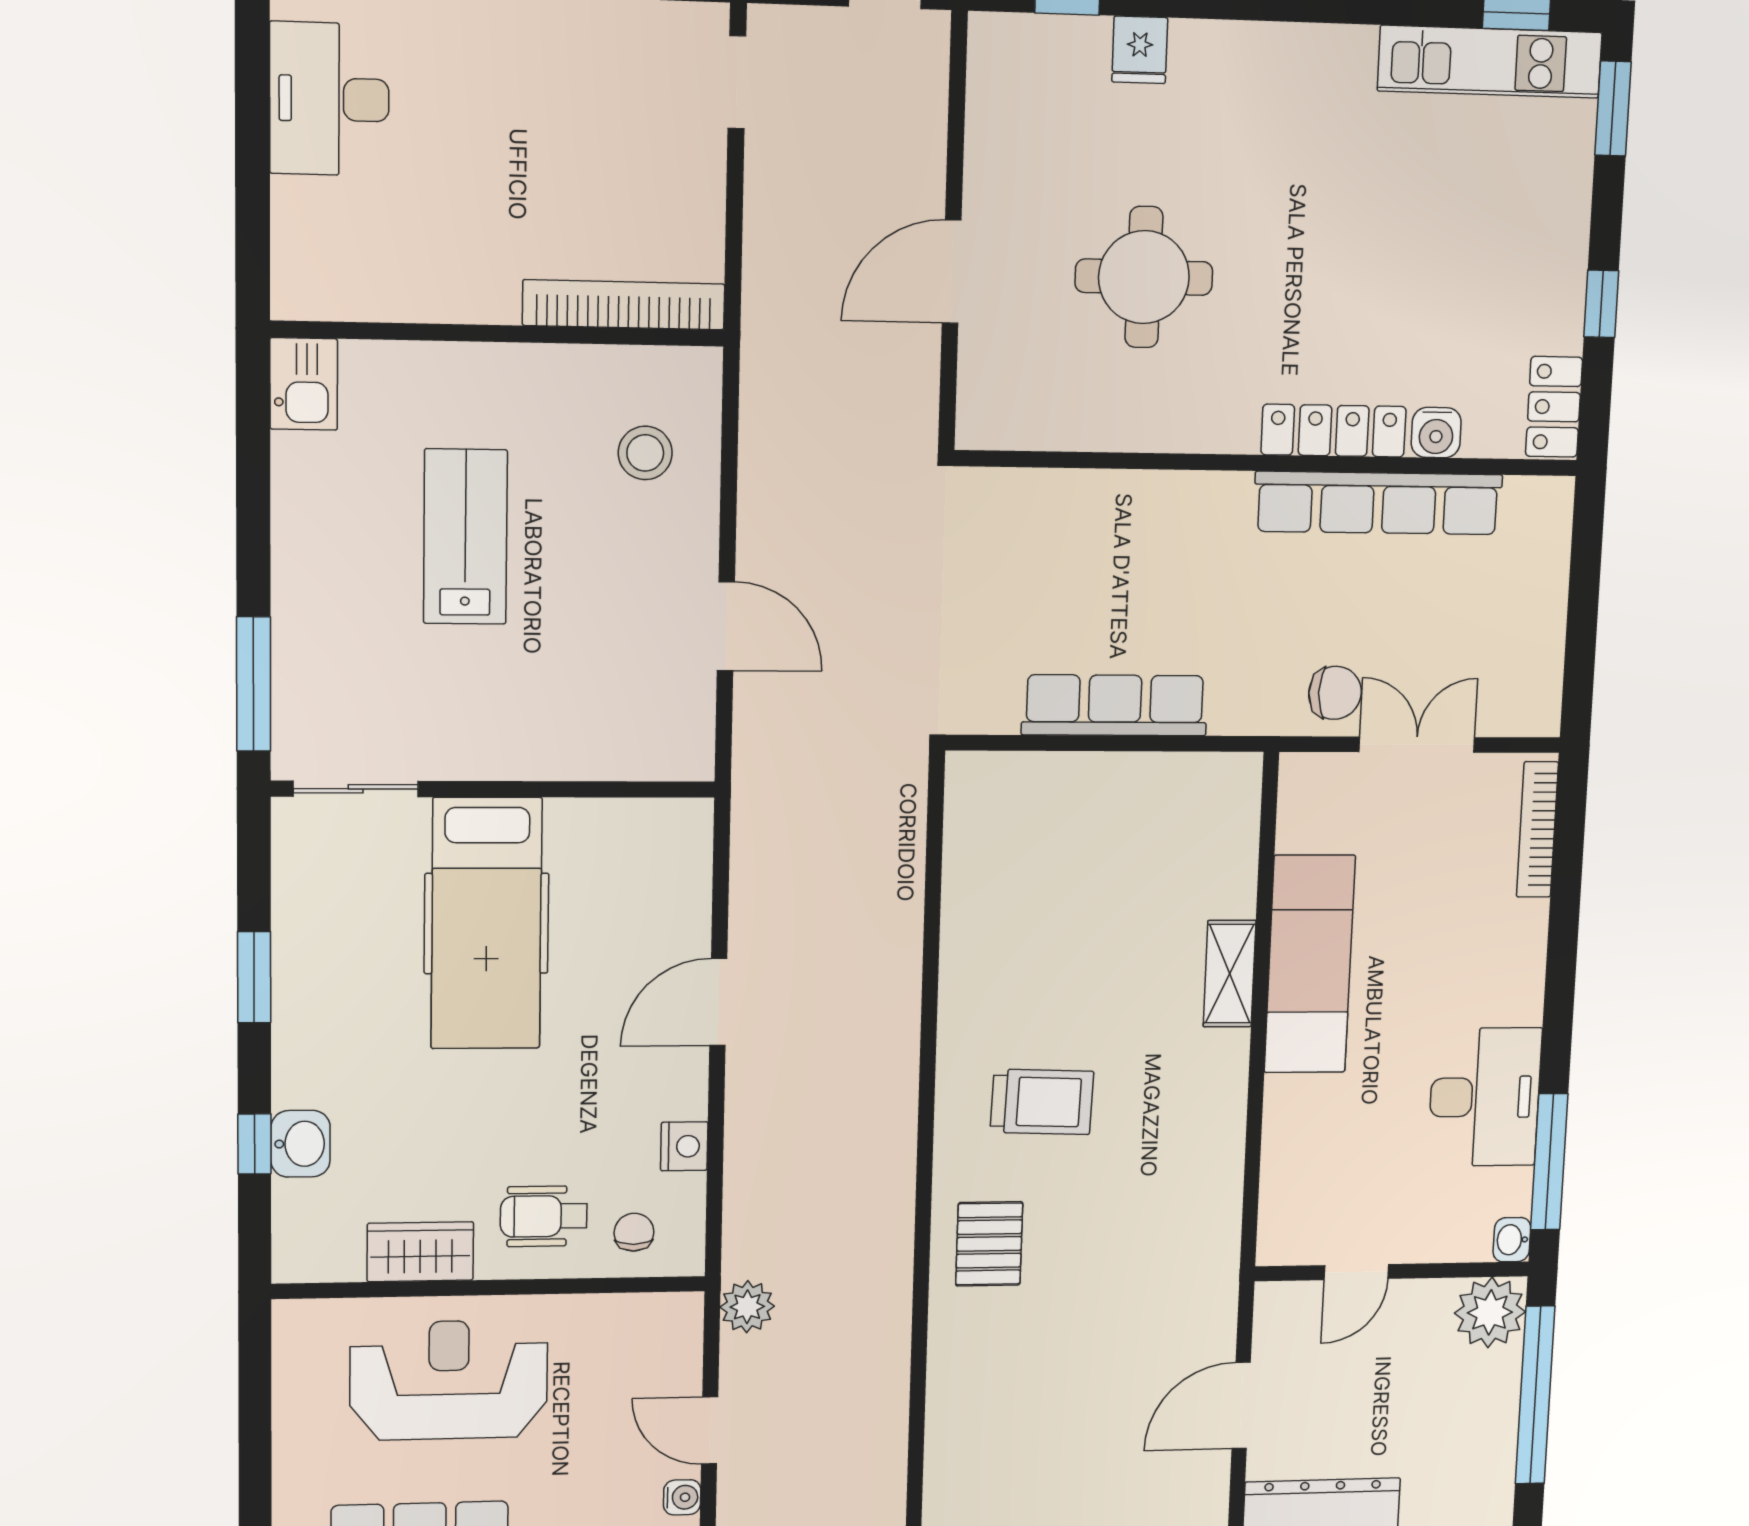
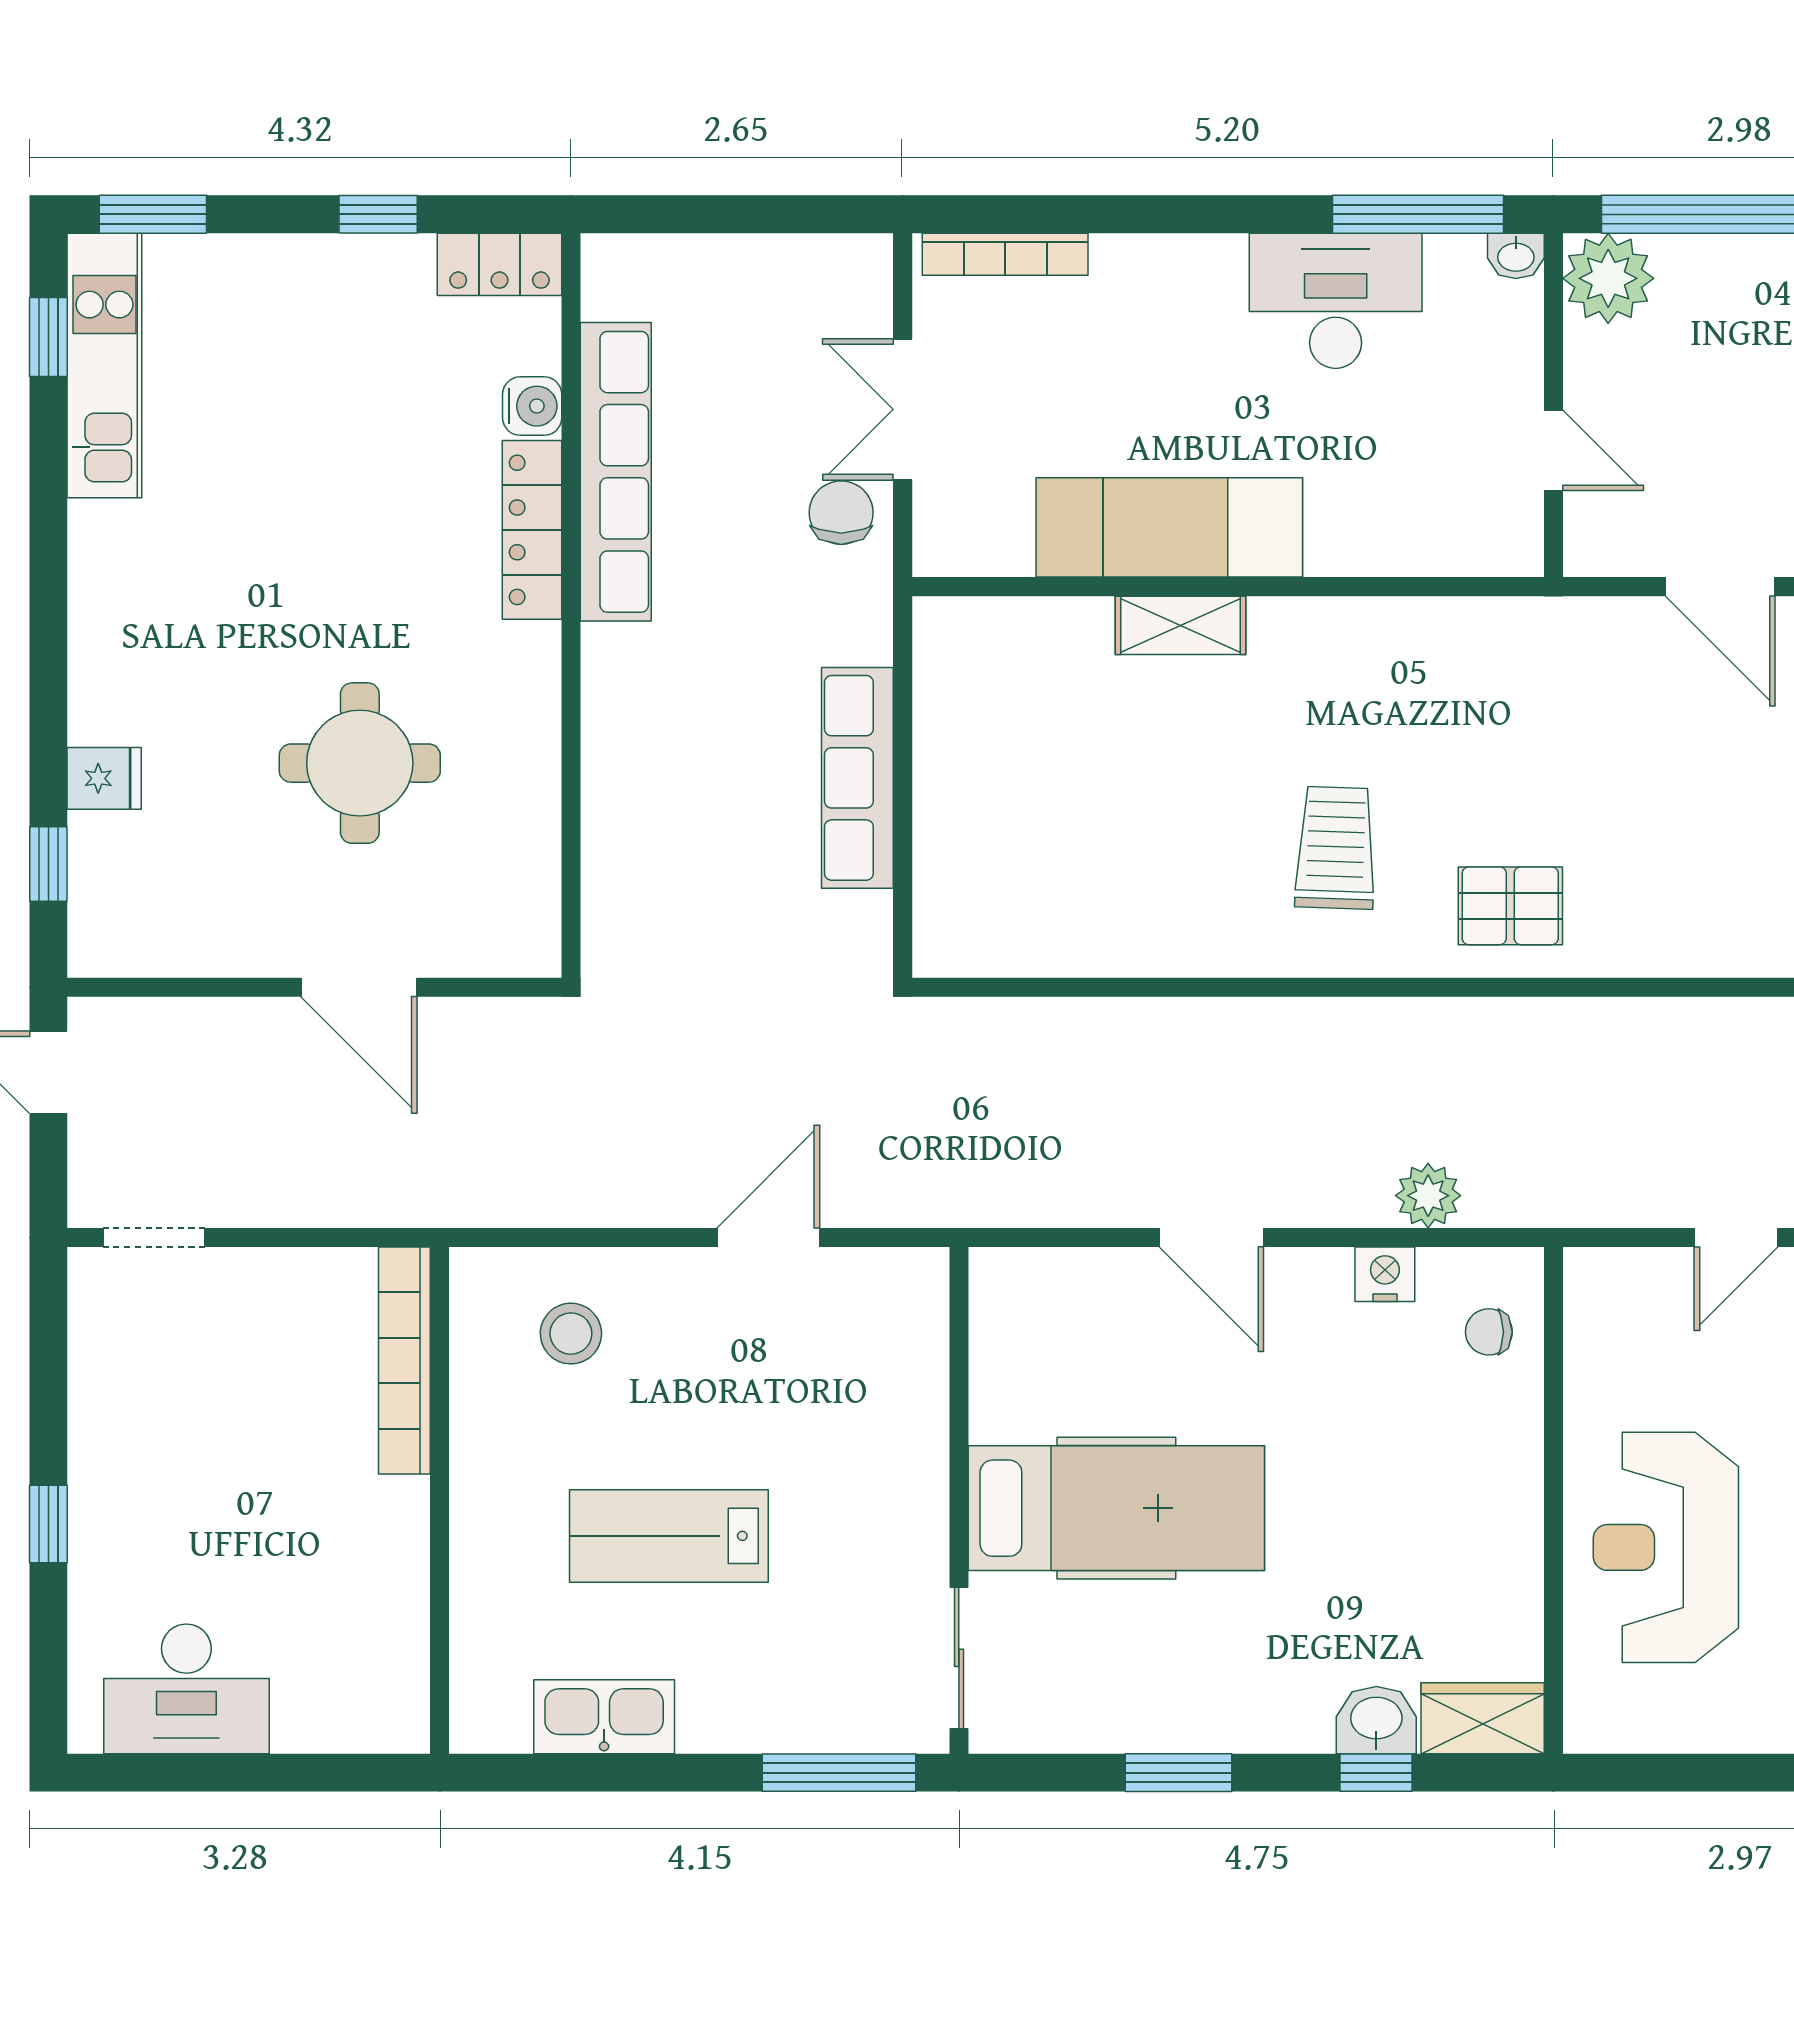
kitchen sink: (304, 384) -> (604, 1717), moved, width x1.38
wheelchair: (544, 1216) -> (1468, 1438), removed
wardrobe: (420, 1252) -> (1483, 1718), moved, turned 90
plant: (747, 1307) -> (1428, 1196), moved

